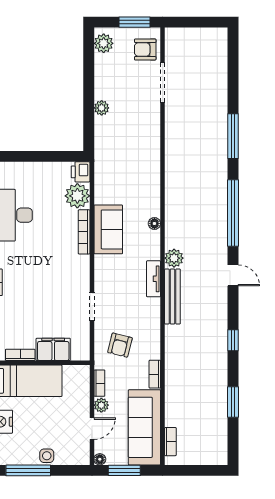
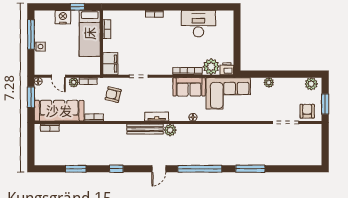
corner sofa: (118, 170) -> (228, 93), added
filing cabinet: (53, 349) -> (110, 64), moved

